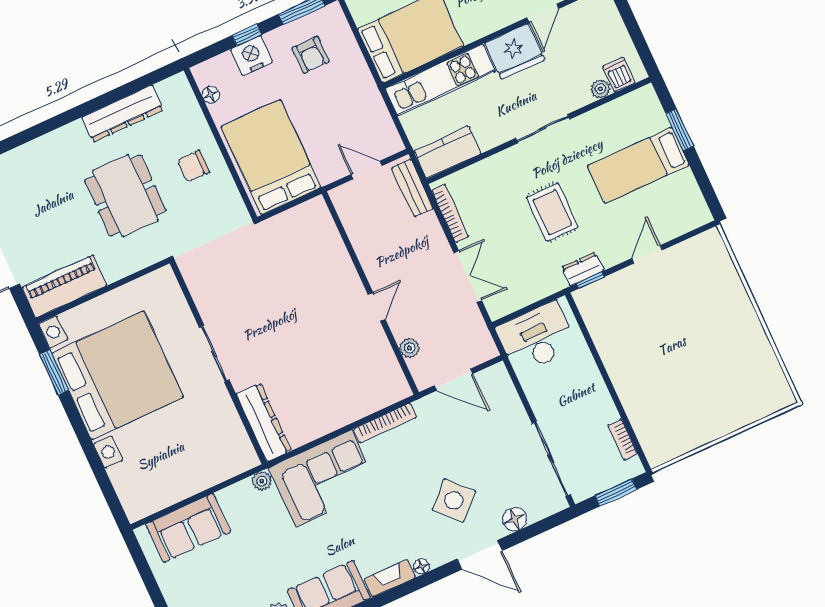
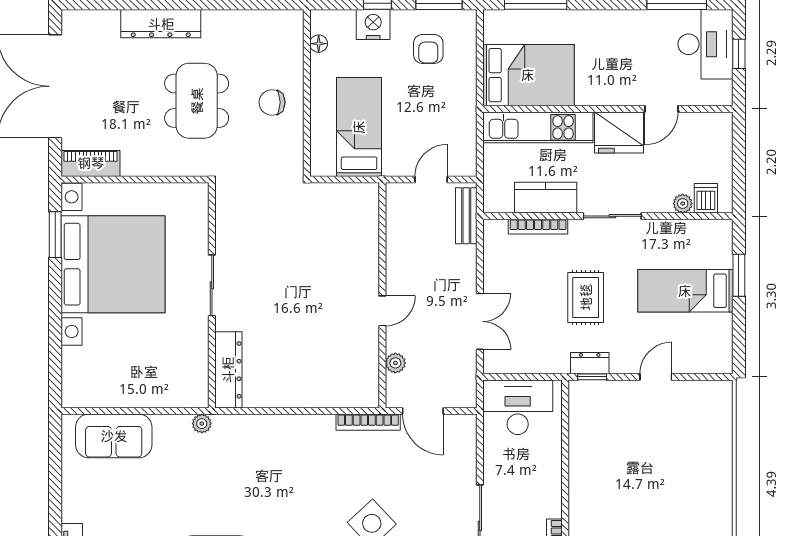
dresser: (123, 114) -> (161, 24), moved
kitchen counter: (447, 152) -> (546, 198), moved
bed: (271, 157) -> (359, 127), width x0.67
door: (366, 170) -> (431, 180), hinge flipped
bookcase: (450, 213) -> (538, 227), moved, turned 90
piano: (64, 286) -> (91, 163), width x0.73, depth x0.75
bookcase: (385, 423) -> (368, 422), moved
corner sofa: (323, 478) -> (260, 447), removed

